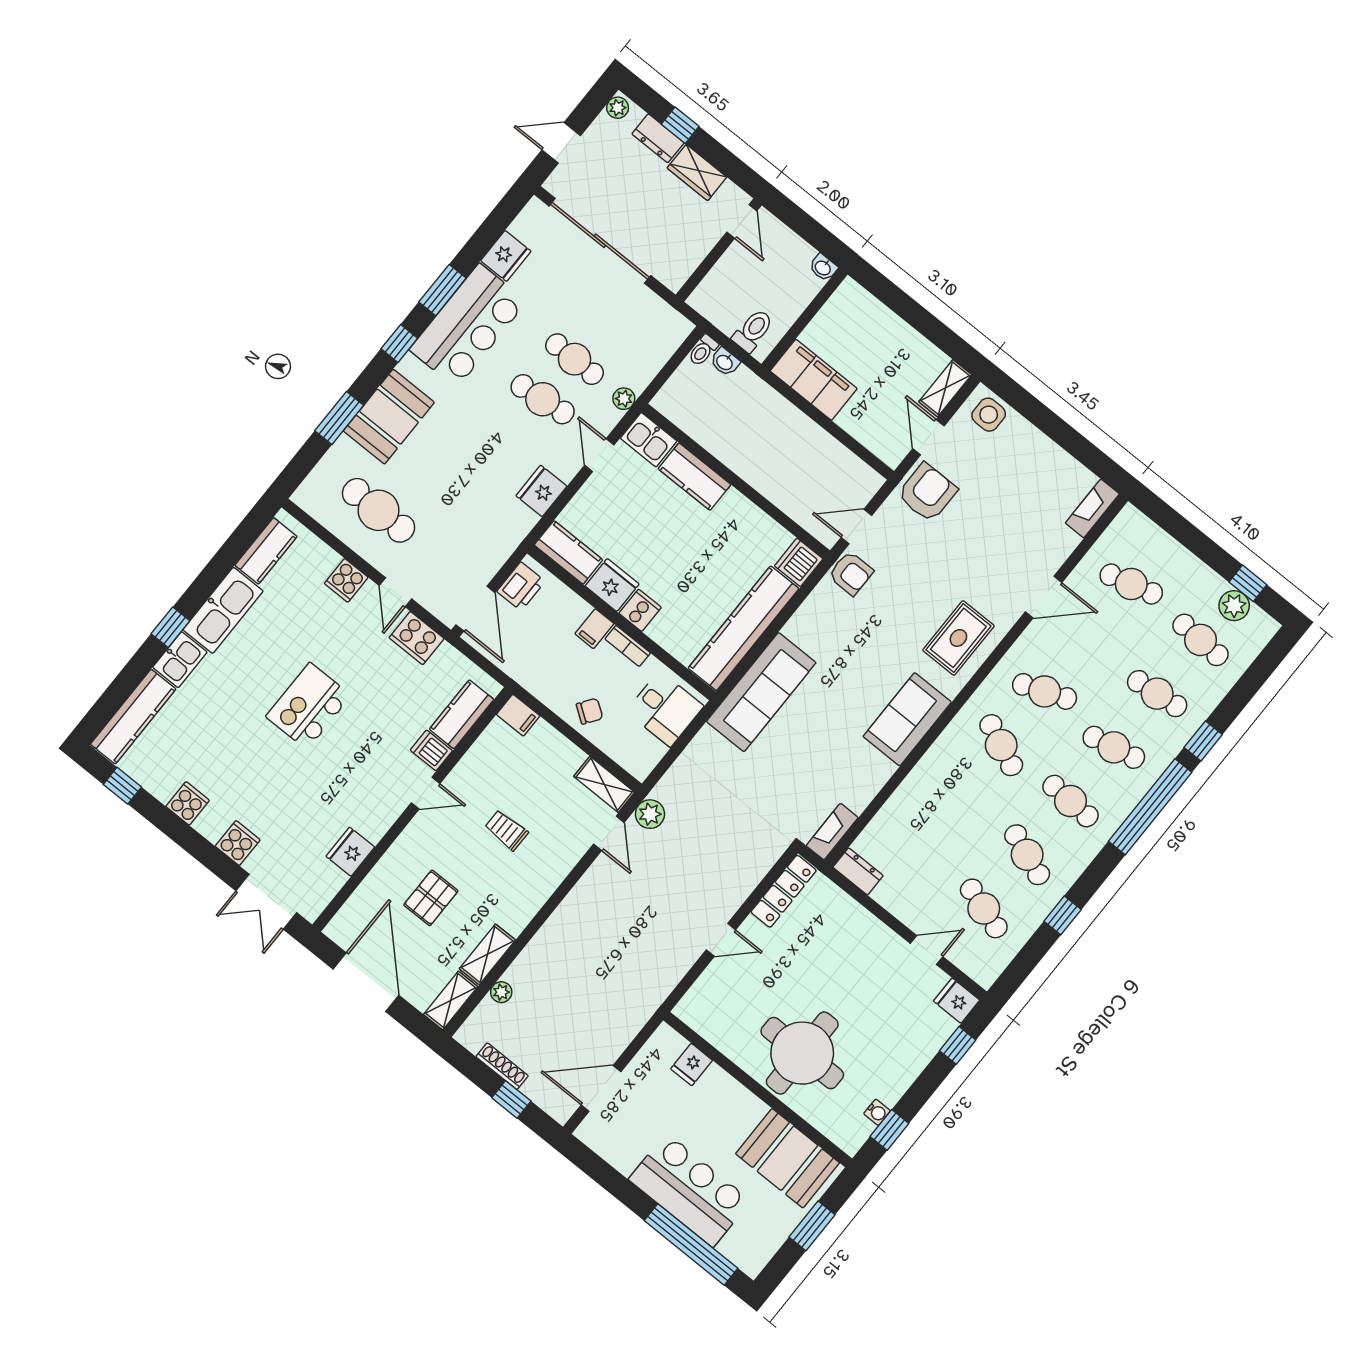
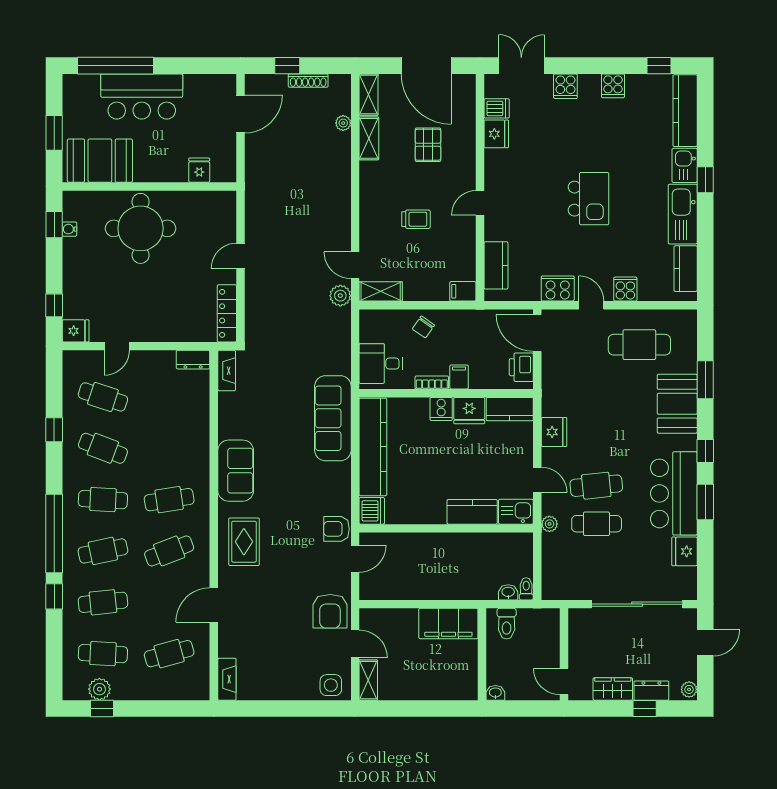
cafe table: (1001, 745) -> (169, 500), turned -33
dishwasher: (431, 750) -> (497, 108), moved

